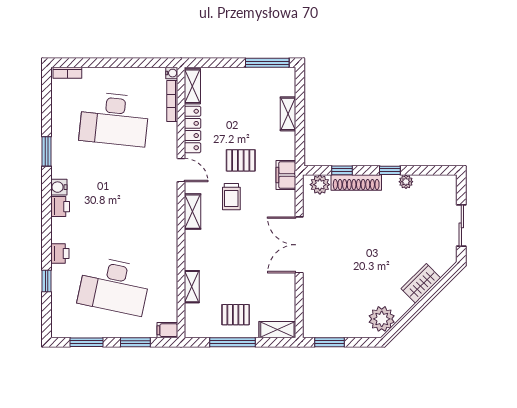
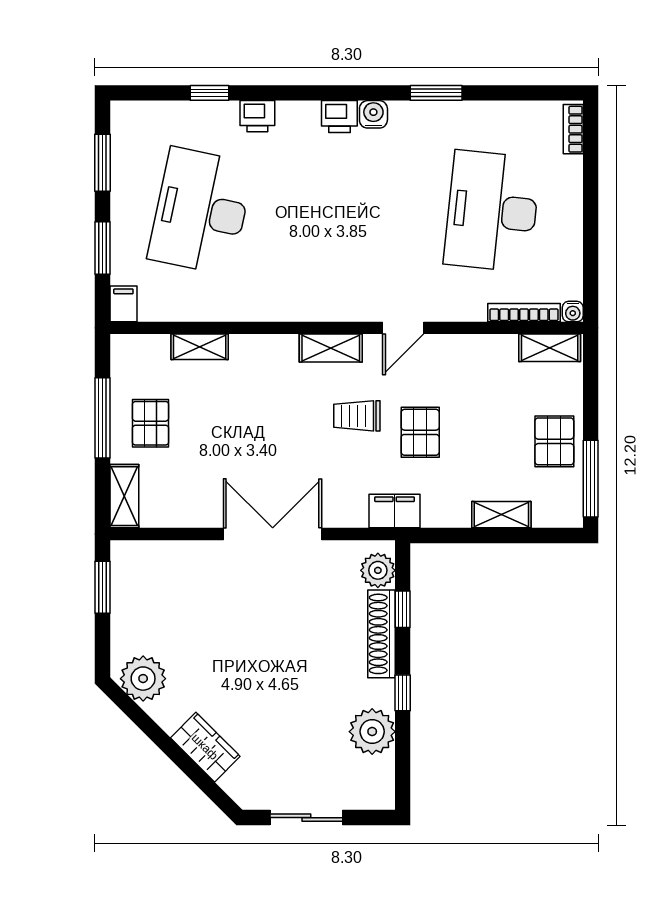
pallet: (246, 84) -> (554, 441), added
locker: (193, 129) -> (474, 348), removed
plant: (406, 182) -> (372, 732), width x1.88, depth x1.88

